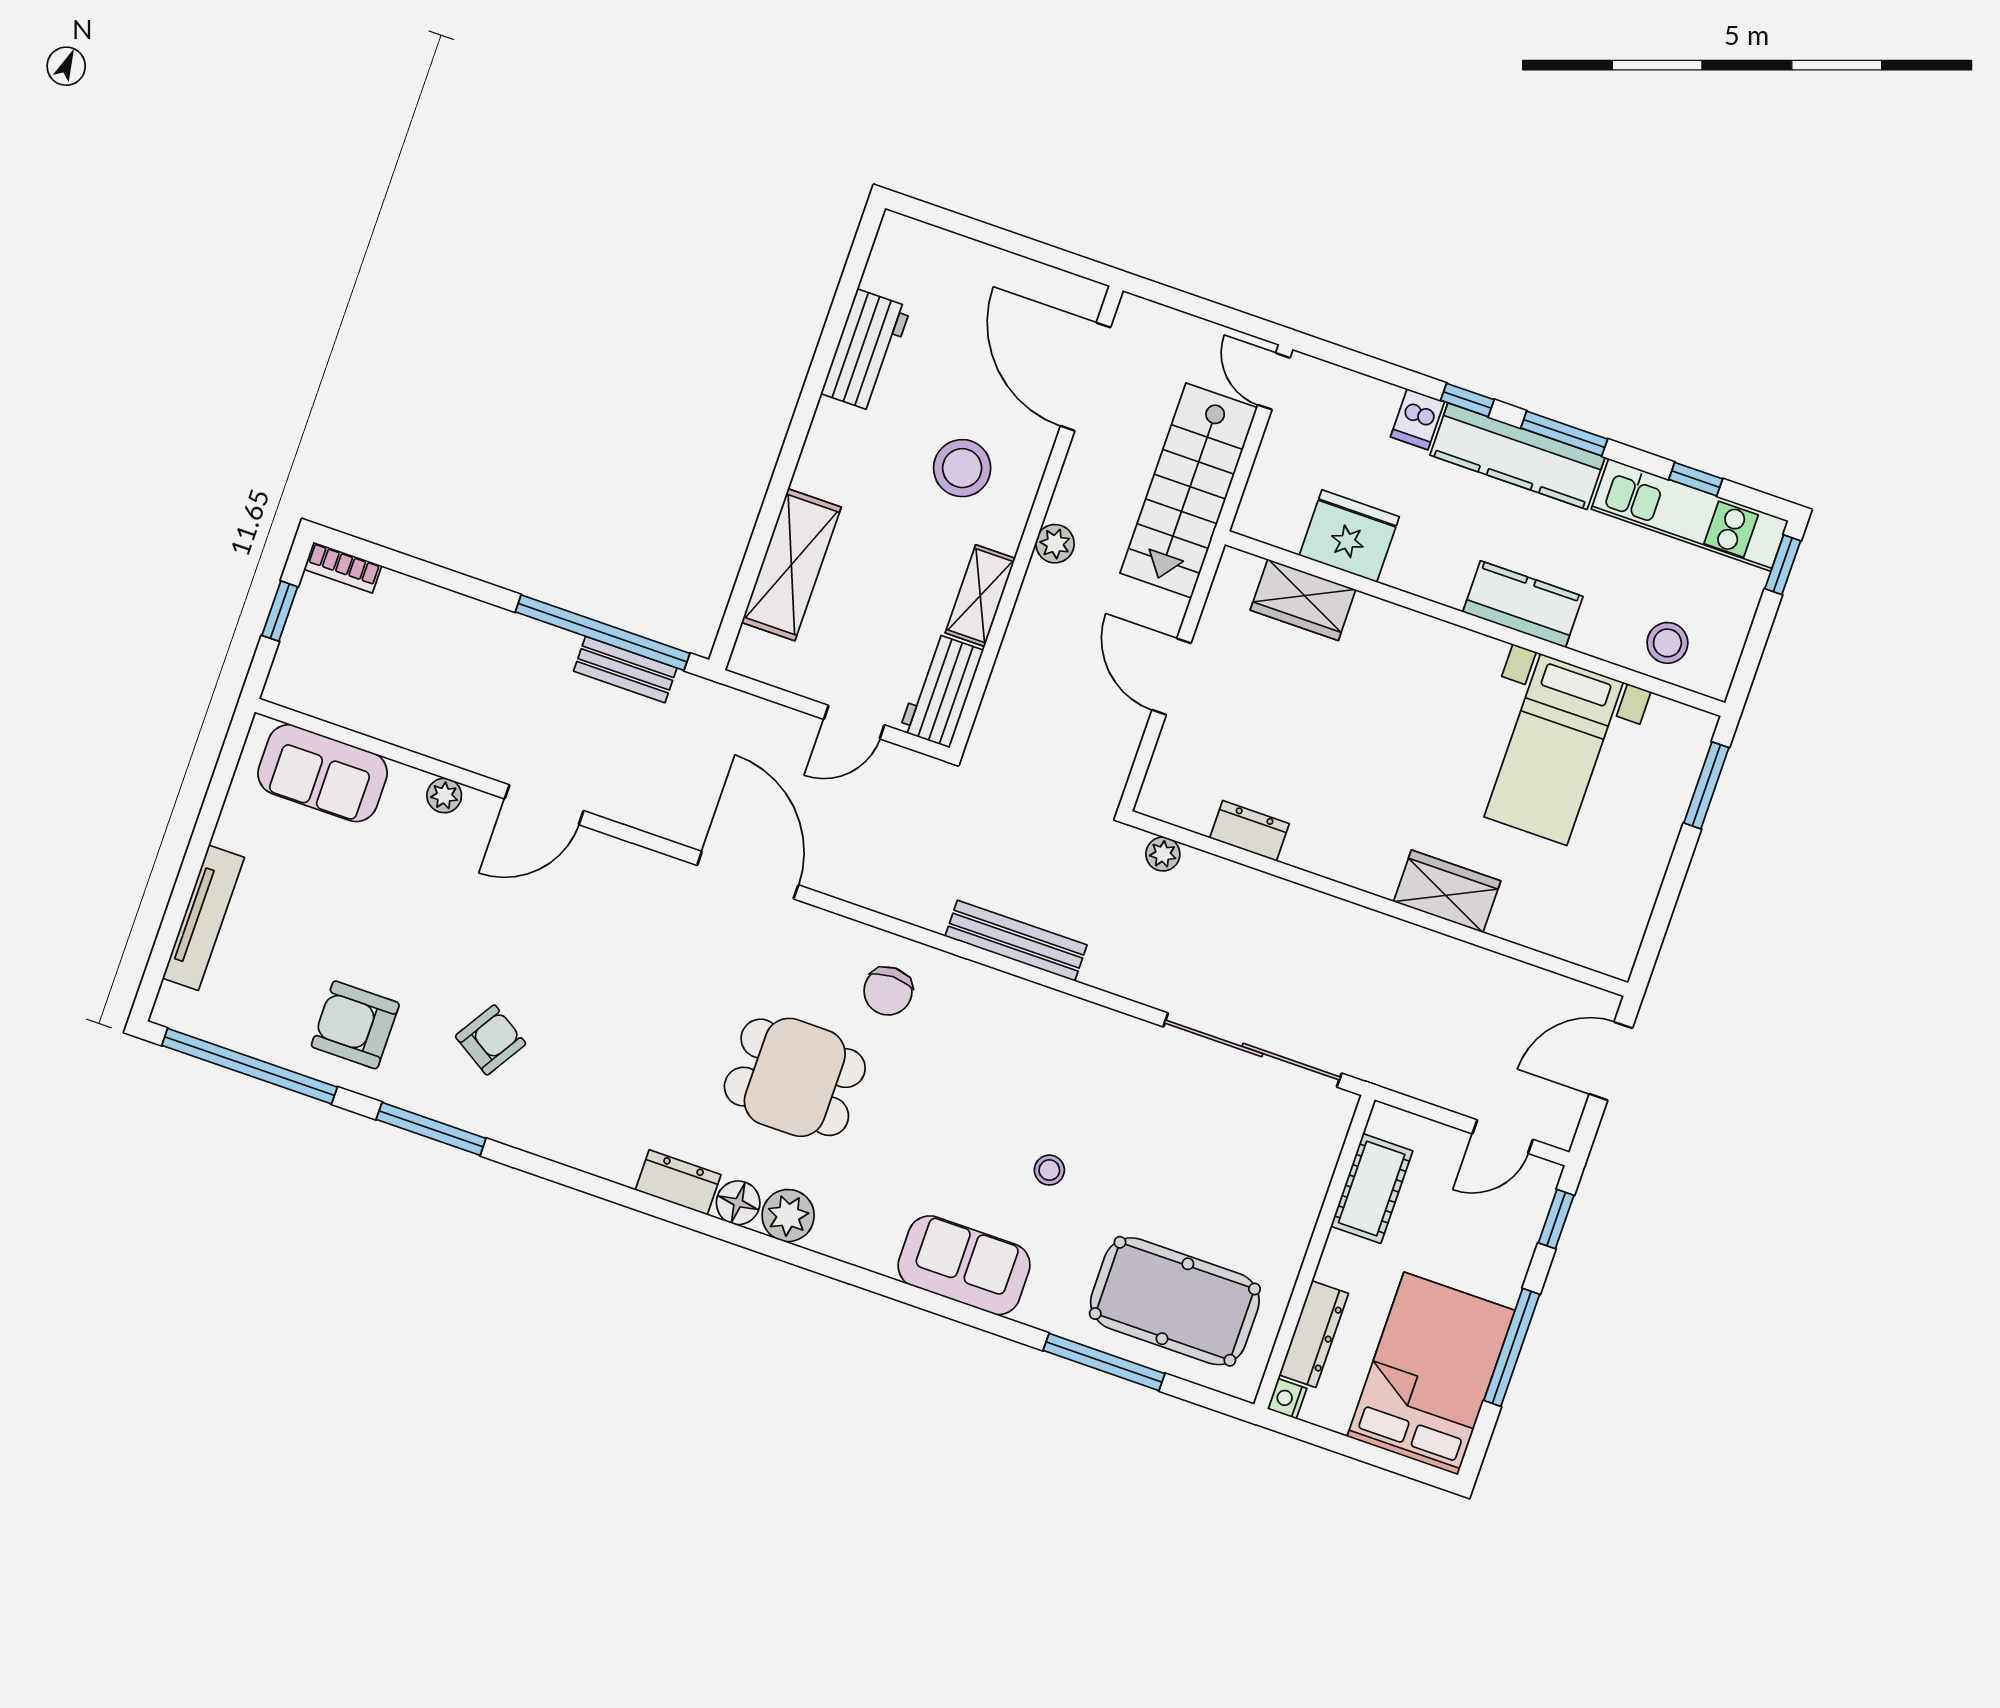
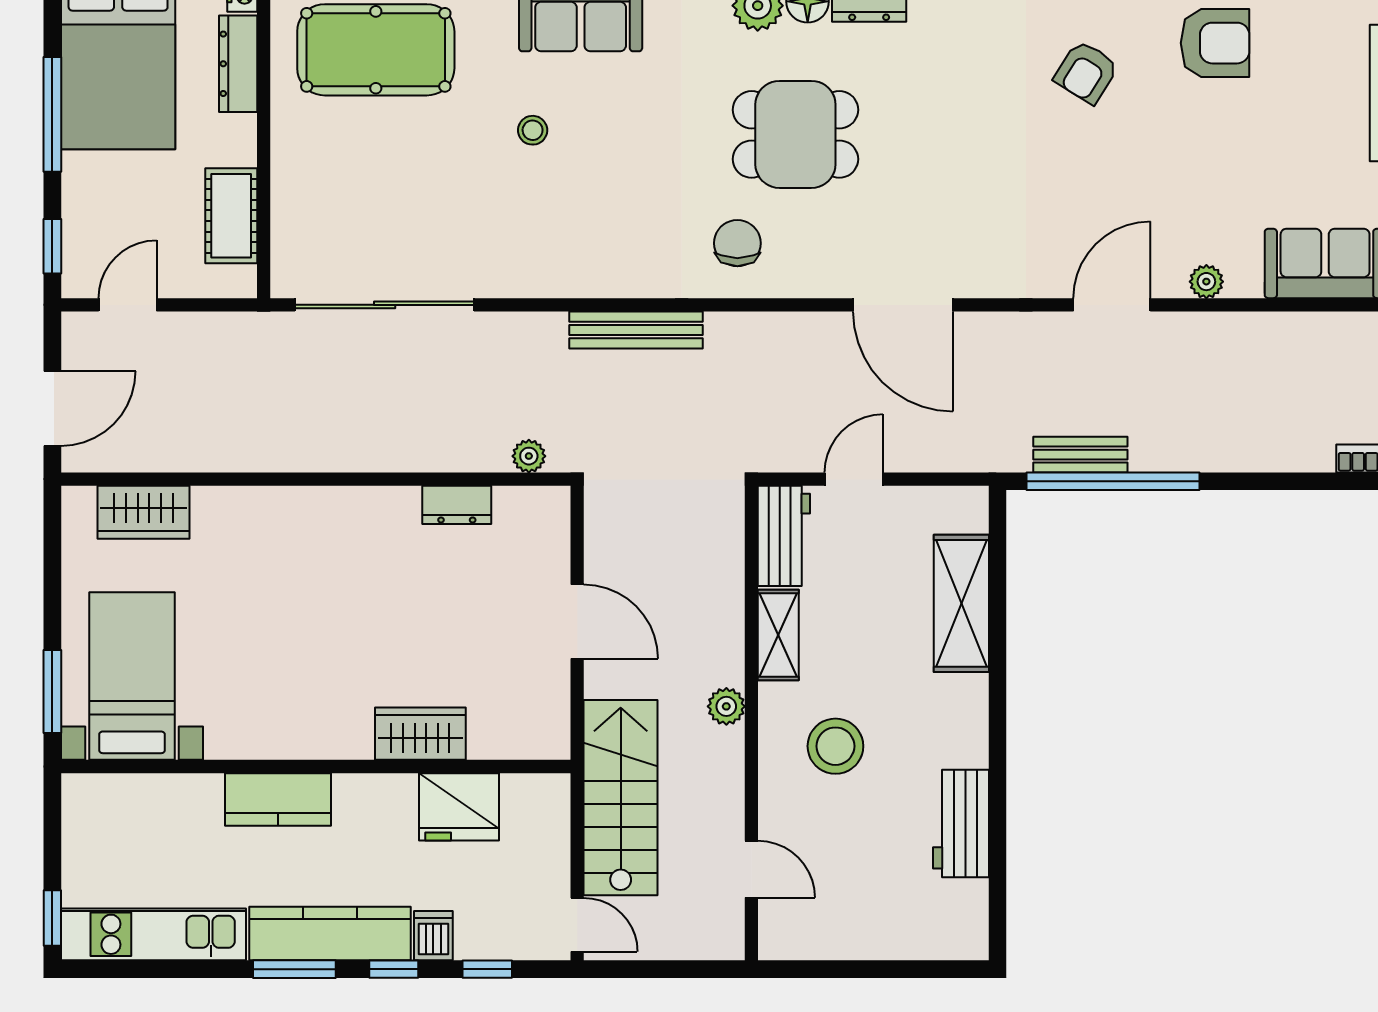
door: (1085, 377) -> (751, 869), width x0.53
window: (1696, 479) -> (487, 969), moved
wardrobe: (1303, 600) -> (420, 734), moved
stool: (1667, 643) -> (133, 810), removed
bed with nightstands: (1554, 749) -> (132, 676), moved
wardrobe: (1447, 891) -> (144, 512), moved

